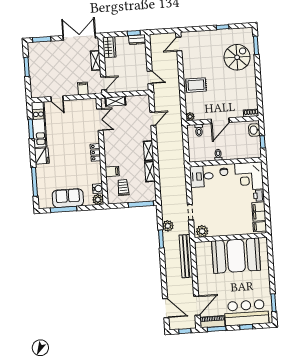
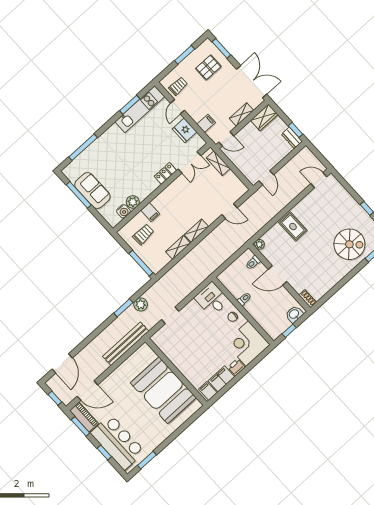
pallet: (47, 58) -> (208, 67), added
trolley: (44, 88) -> (178, 86), added
locker: (95, 152) -> (165, 173), moved
fridge: (42, 156) -> (185, 130), moved, turned 90
plant: (98, 200) -> (133, 202), moved
plant: (202, 231) -> (161, 341), removed

